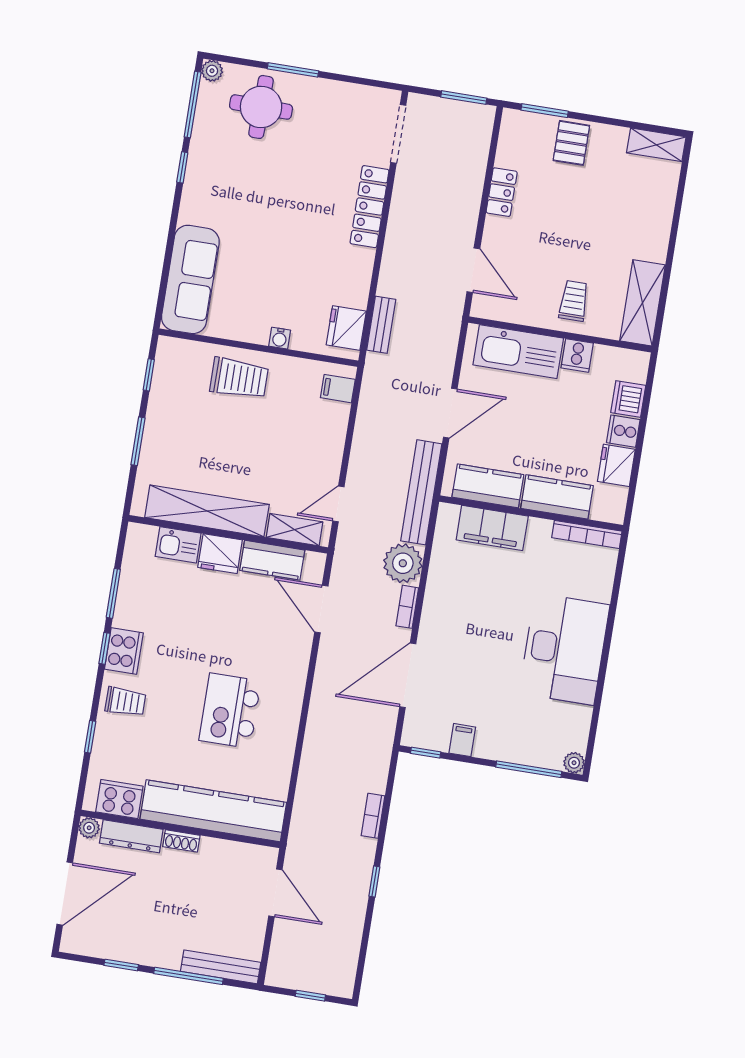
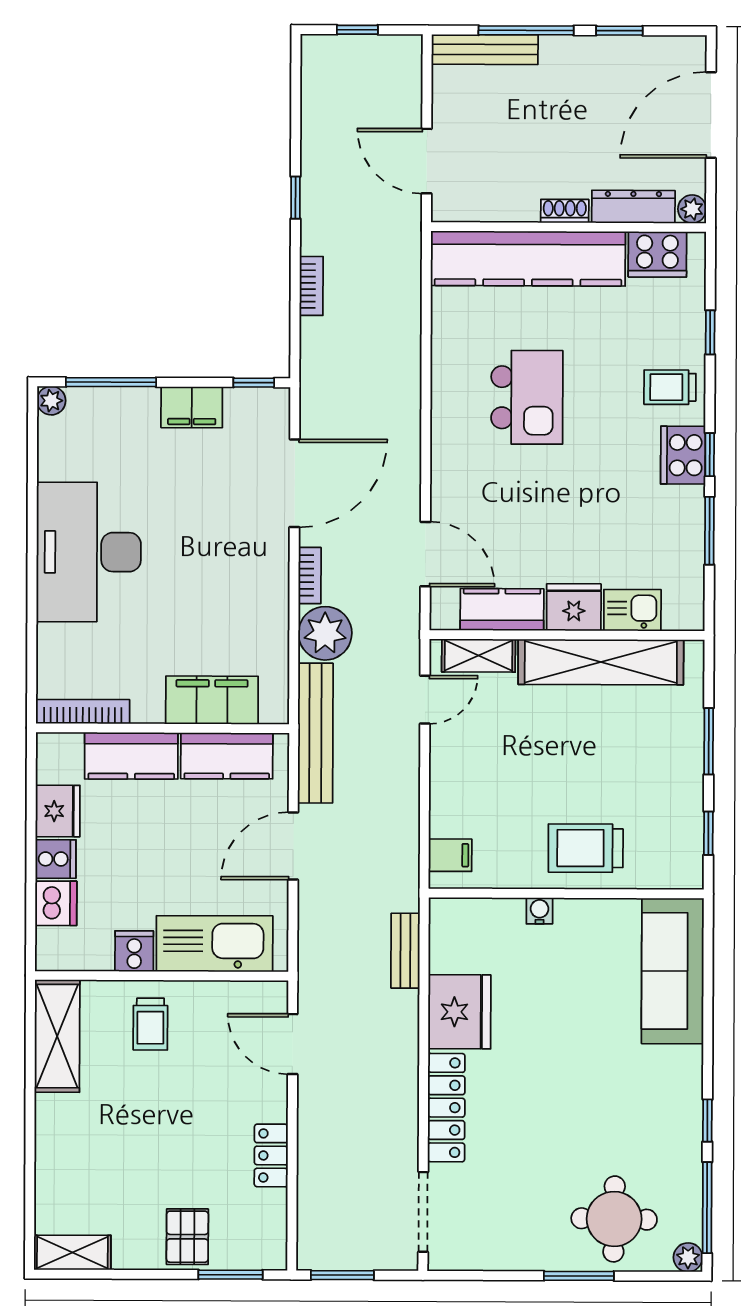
fridge: (346, 328) -> (459, 1012), moved, width x1.36, depth x1.34
filing cabinet: (462, 740) -> (192, 407), width x2.00

